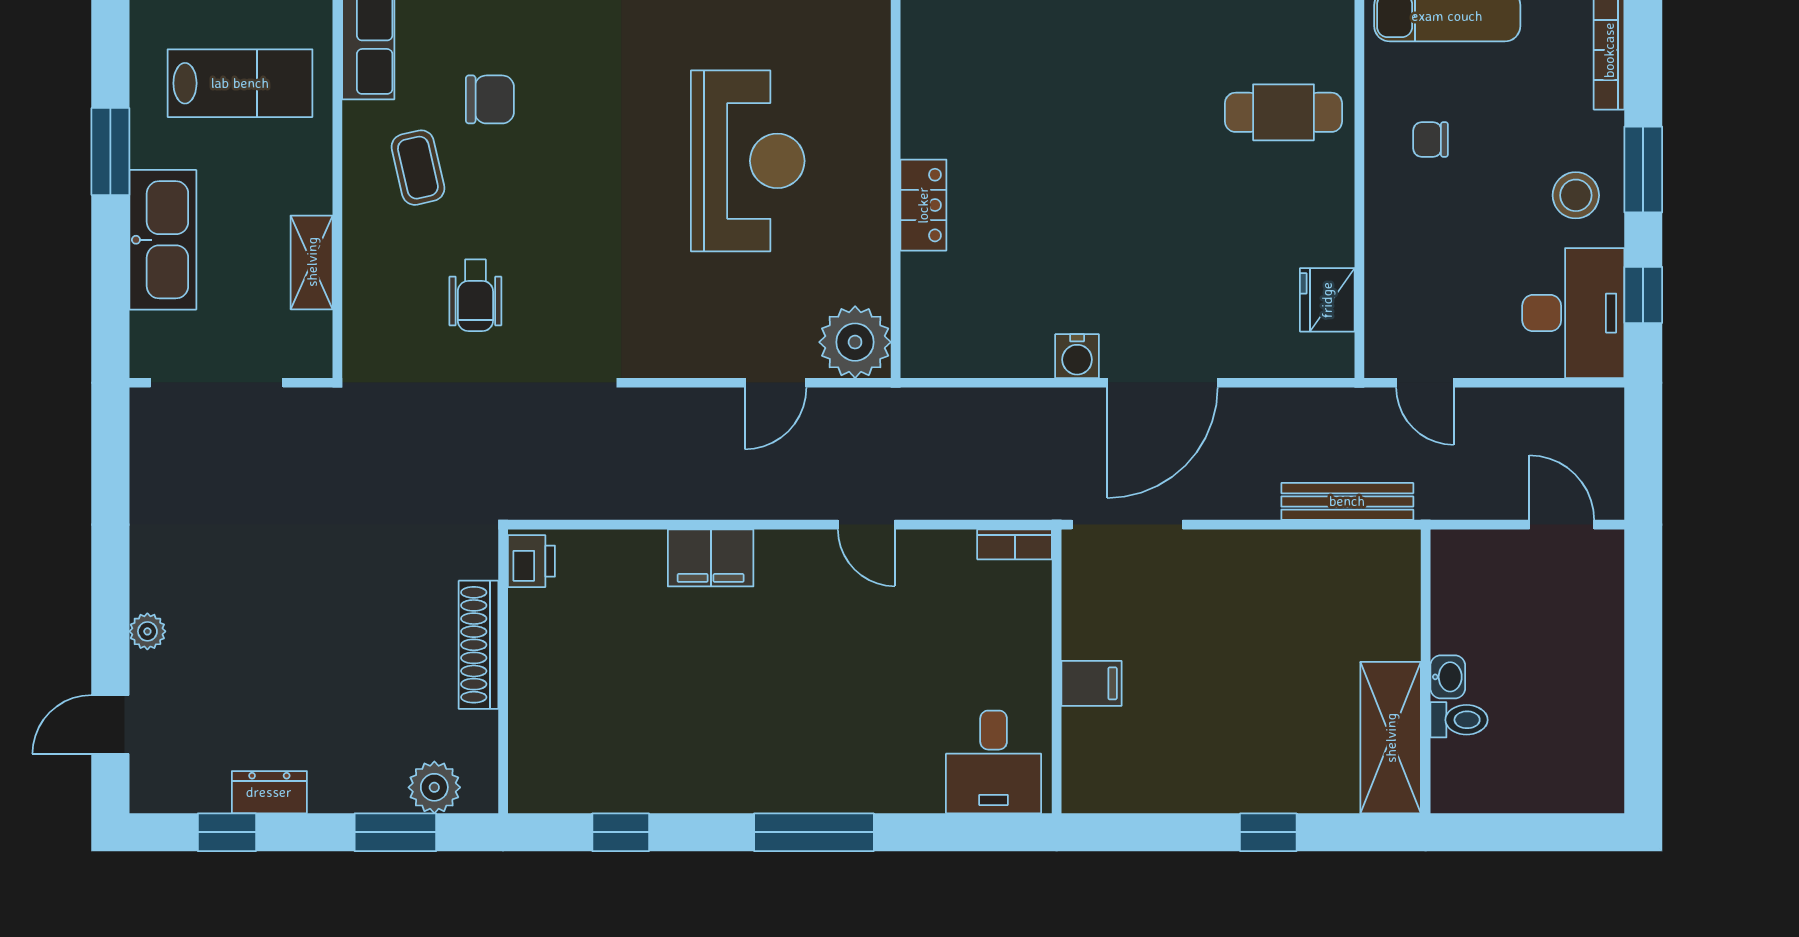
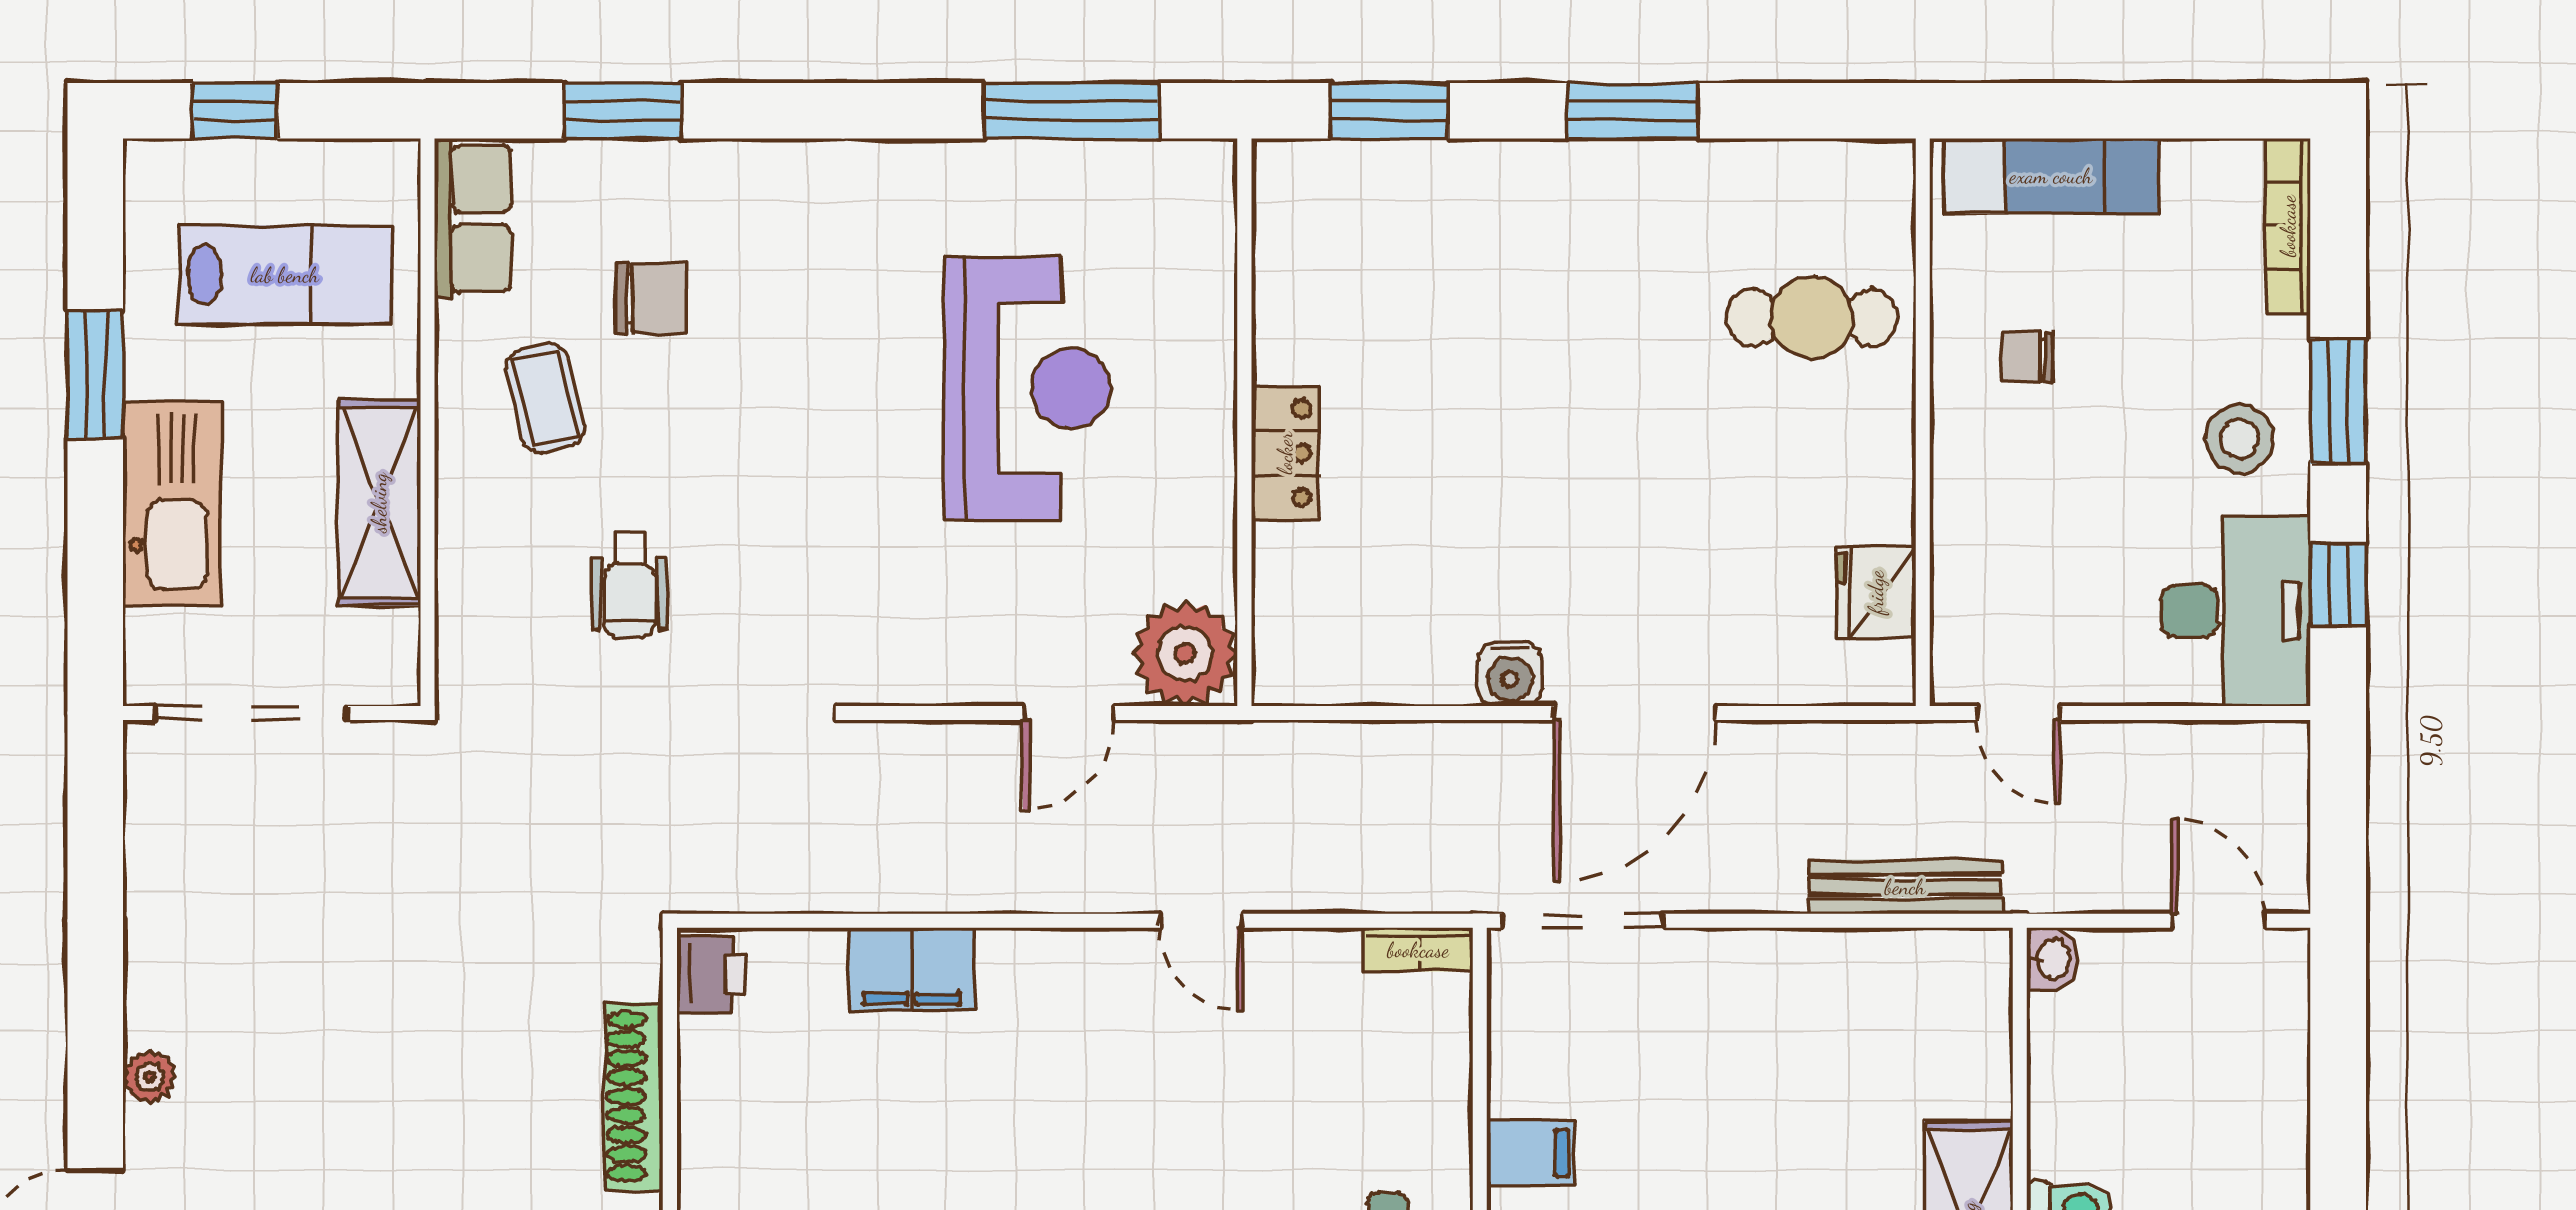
shelving: (312, 262) -> (379, 503), width x1.50, depth x1.33
filing cabinet: (711, 558) -> (912, 969), moved
washbasin: (1448, 677) -> (2052, 959), moved

